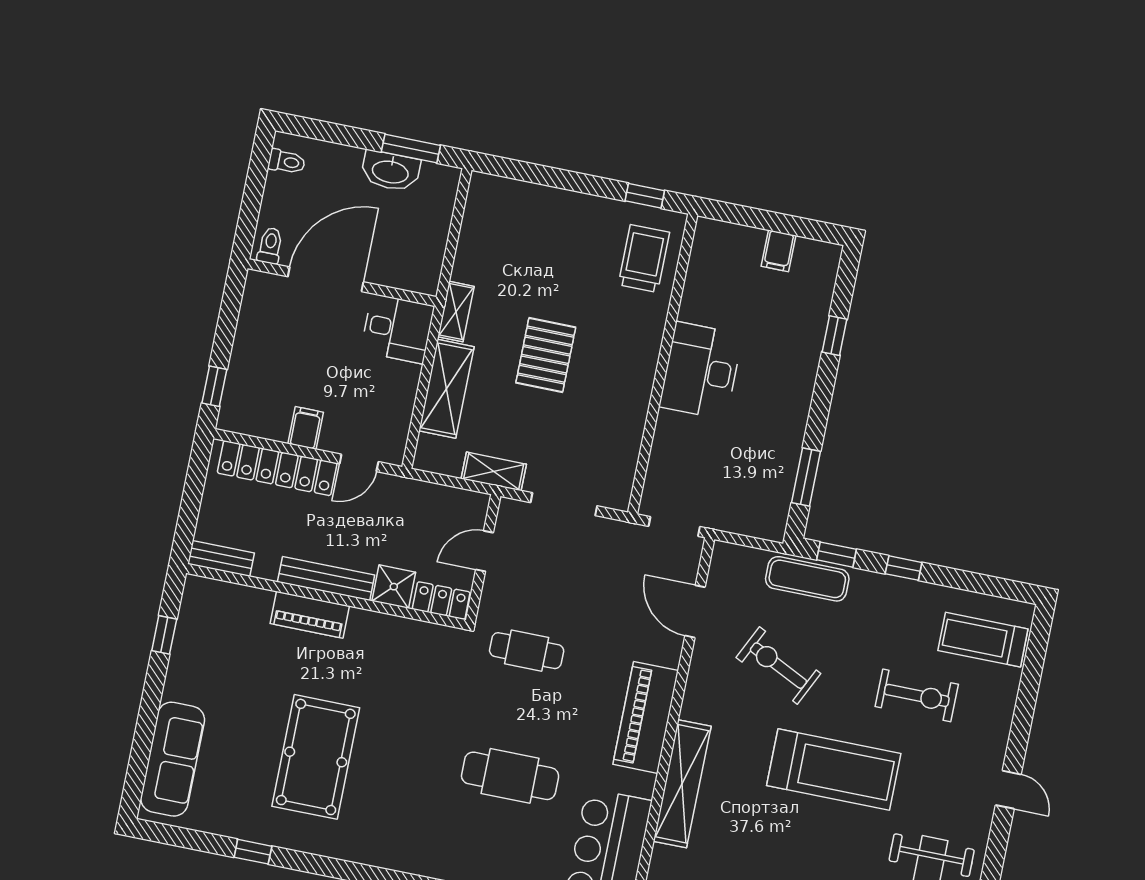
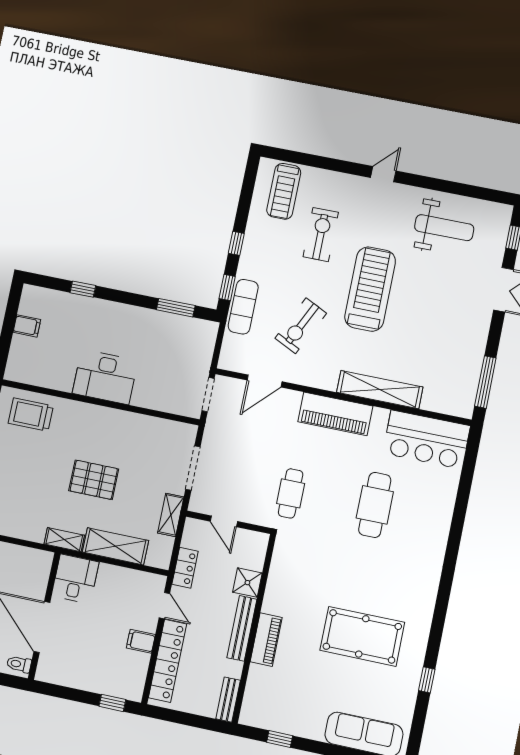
locker: (441, 601) -> (185, 568), moved, turned 180

